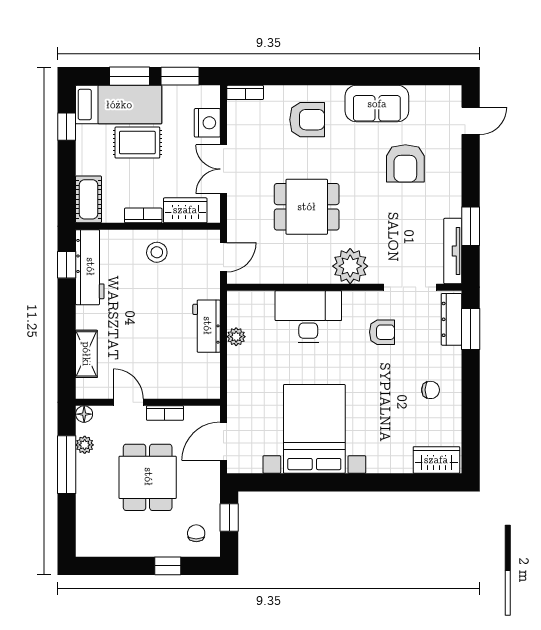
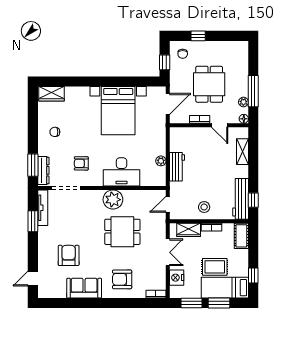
plant: (350, 266) -> (113, 200), moved

